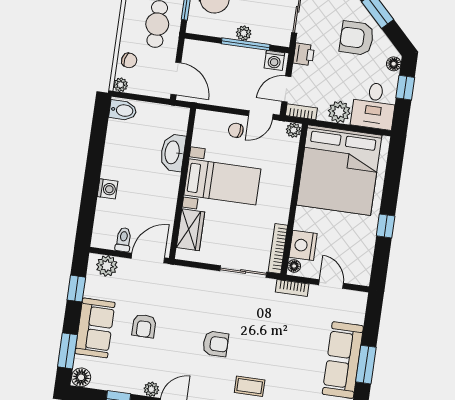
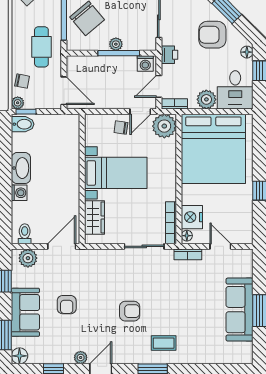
window: (129, 96) -> (26, 112), added
plant: (294, 130) -> (164, 126), width x1.87, depth x1.87
washbasin: (173, 153) -> (21, 168), moved, turned 180
toilet: (123, 240) -> (25, 234), moved

